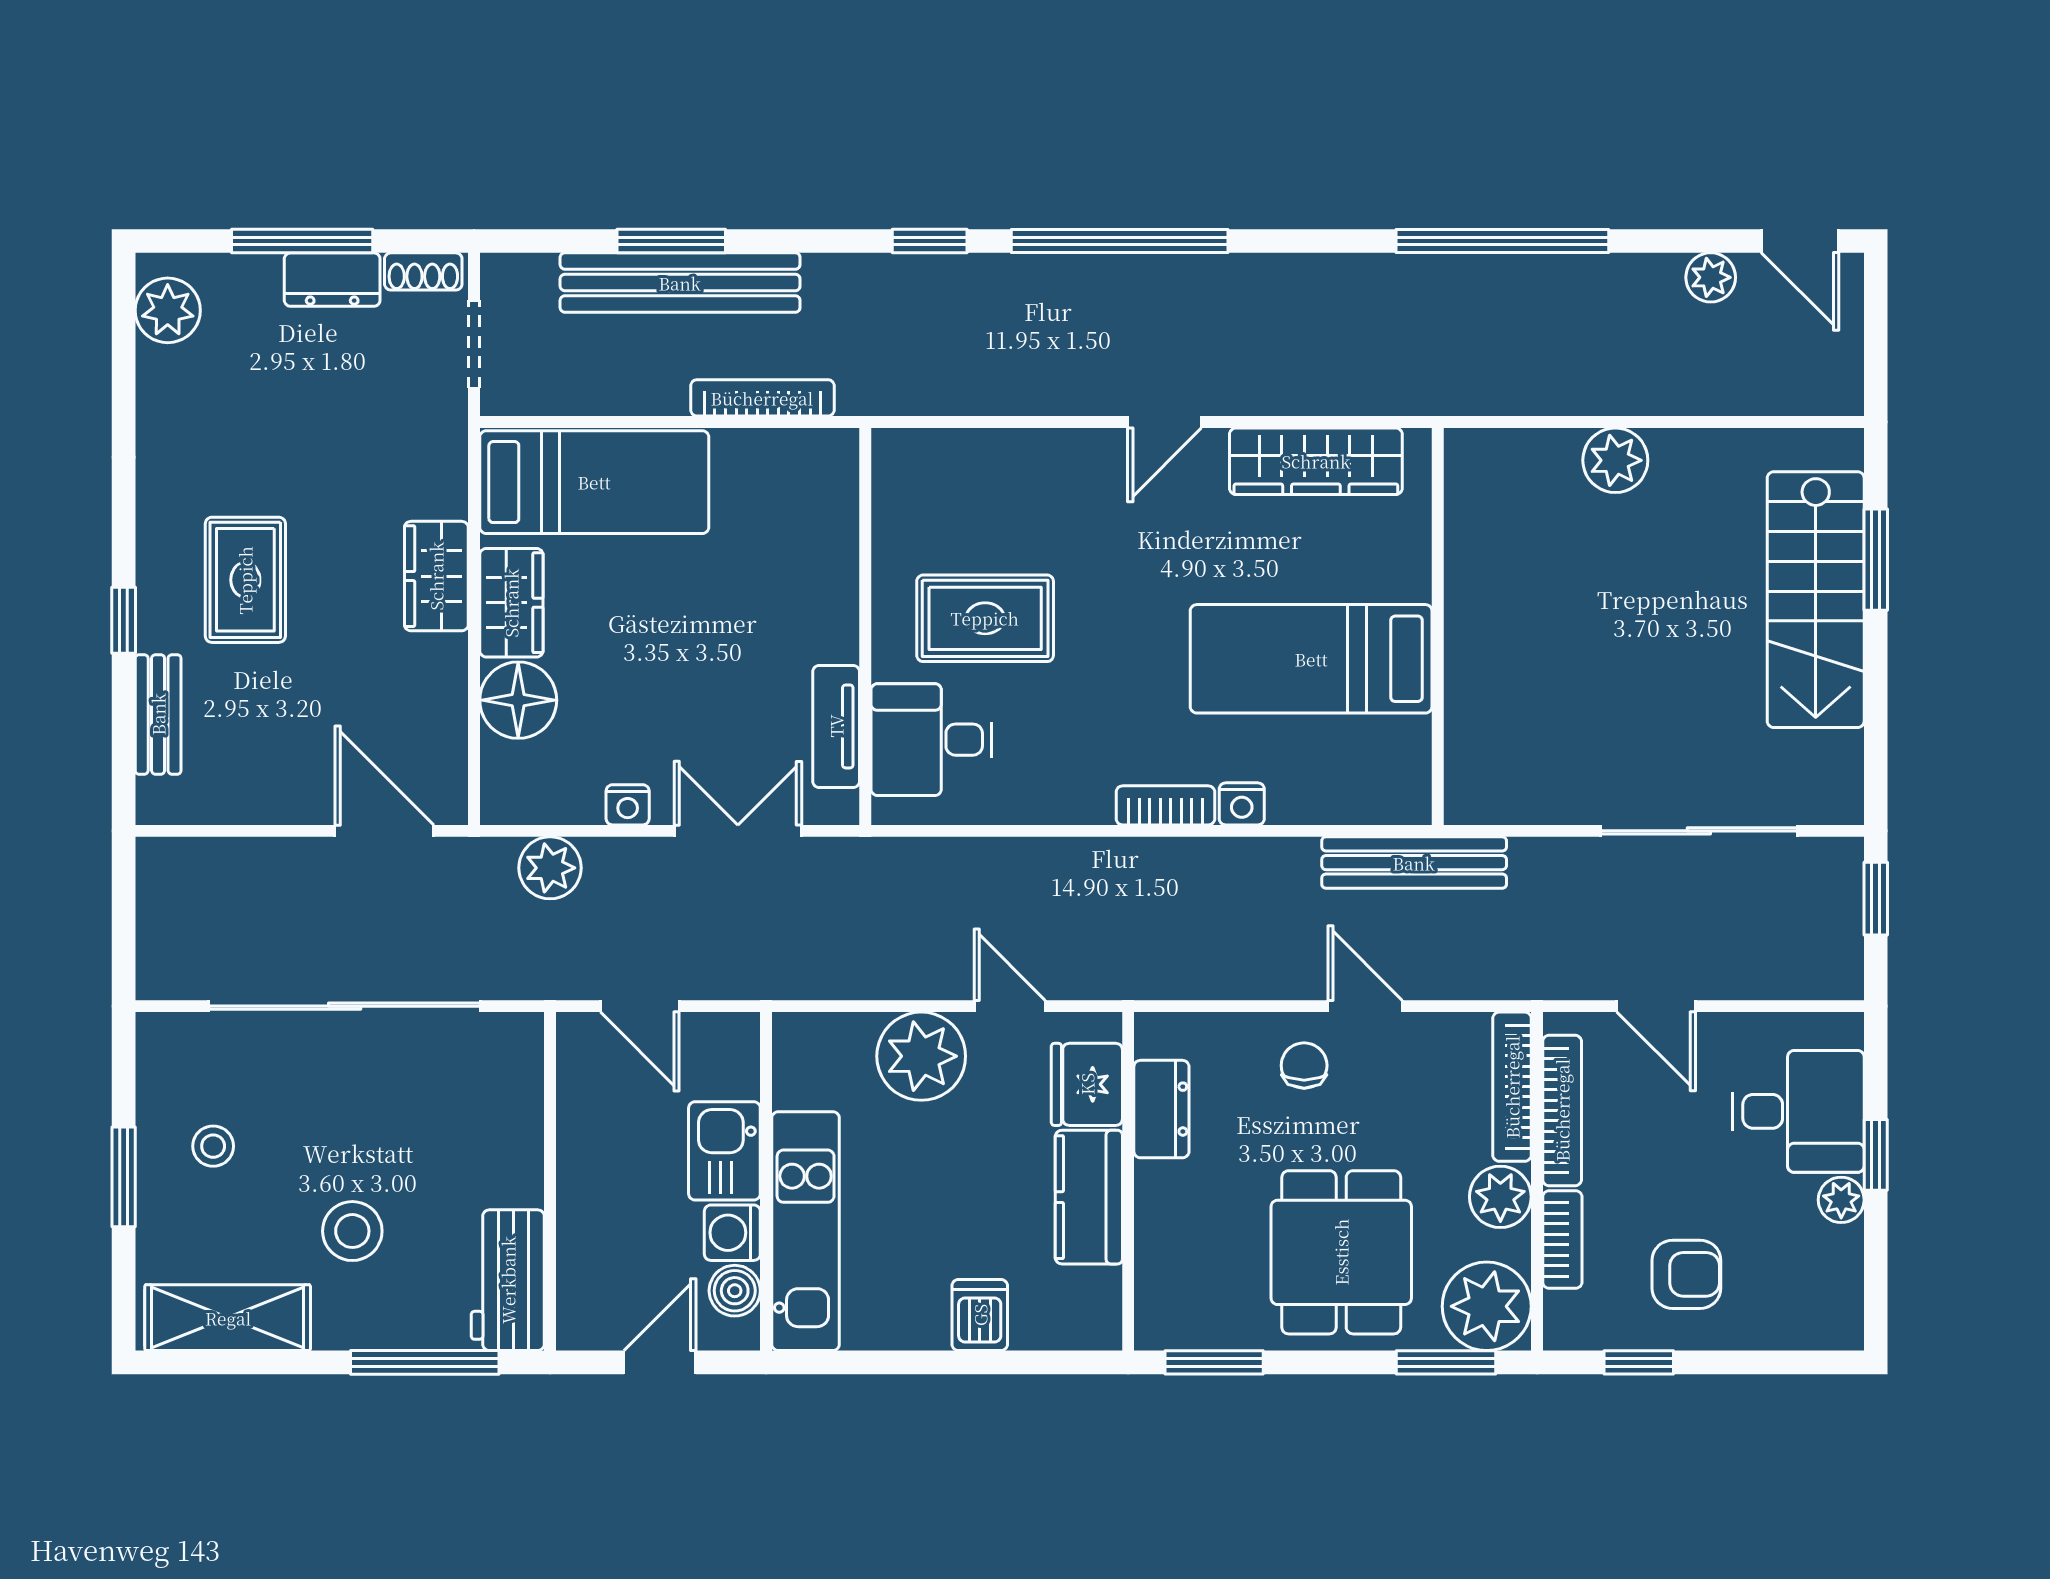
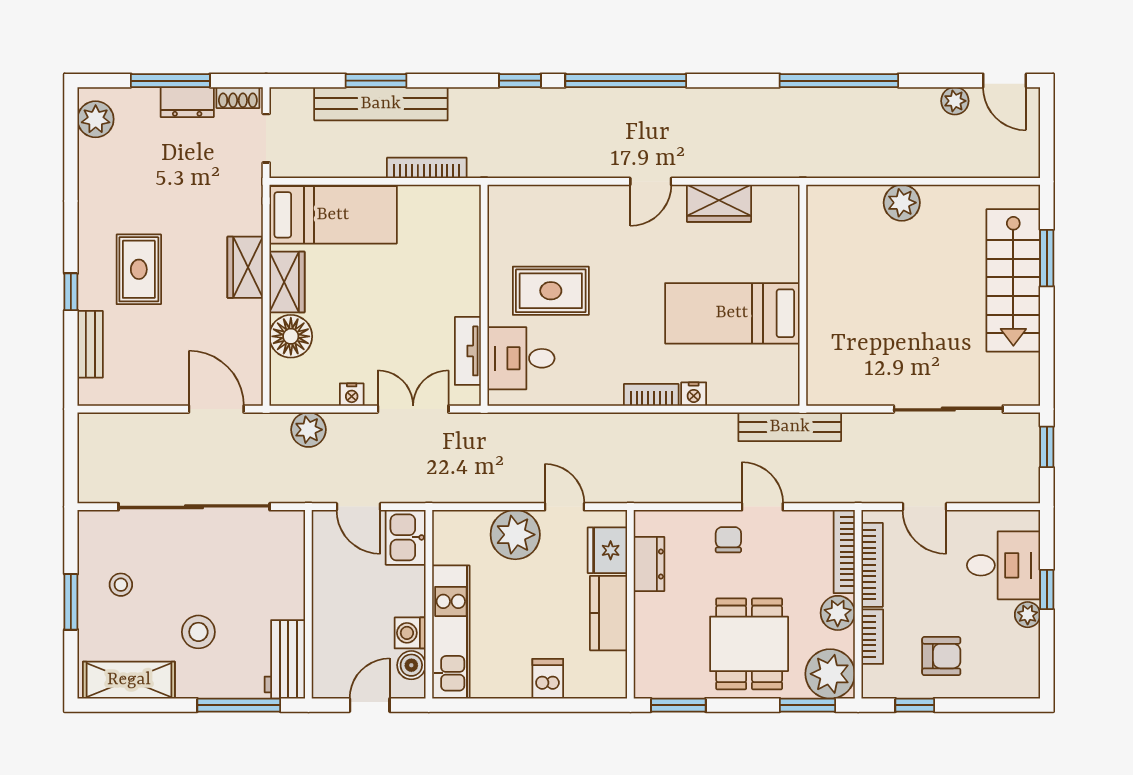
wardrobe: (1316, 461) -> (719, 203), width x0.67
kitchen sink: (724, 1151) -> (406, 537), moved

